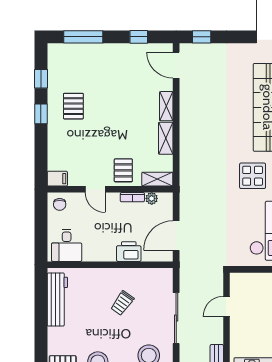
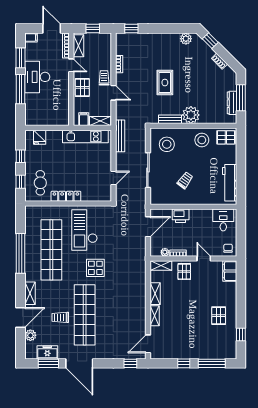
window: (139, 37) -> (184, 363), moved
door: (176, 65) -> (148, 344), swing flipped
window: (41, 114) -> (241, 310), removed
filing cabinet: (57, 179) -> (230, 271), width x2.00

